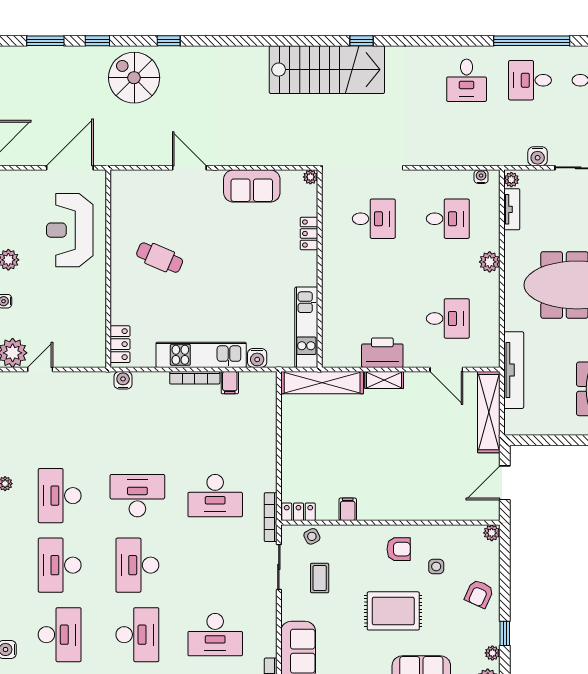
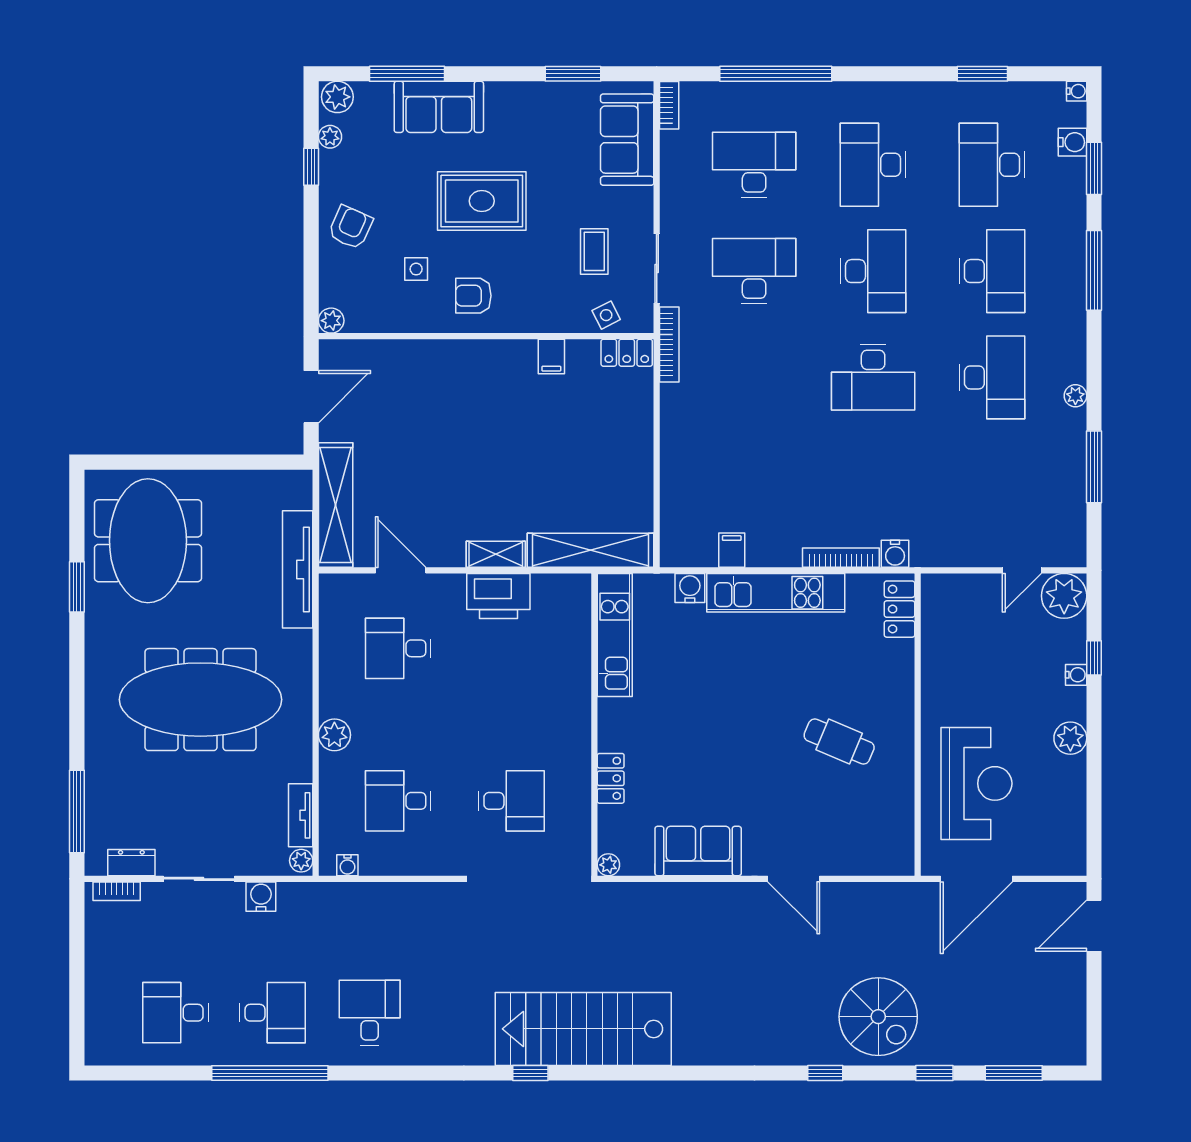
desk: (374, 219) -> (512, 801), turned 180
bookcase: (195, 378) -> (841, 558), moved
desk: (215, 496) -> (754, 271), moved

